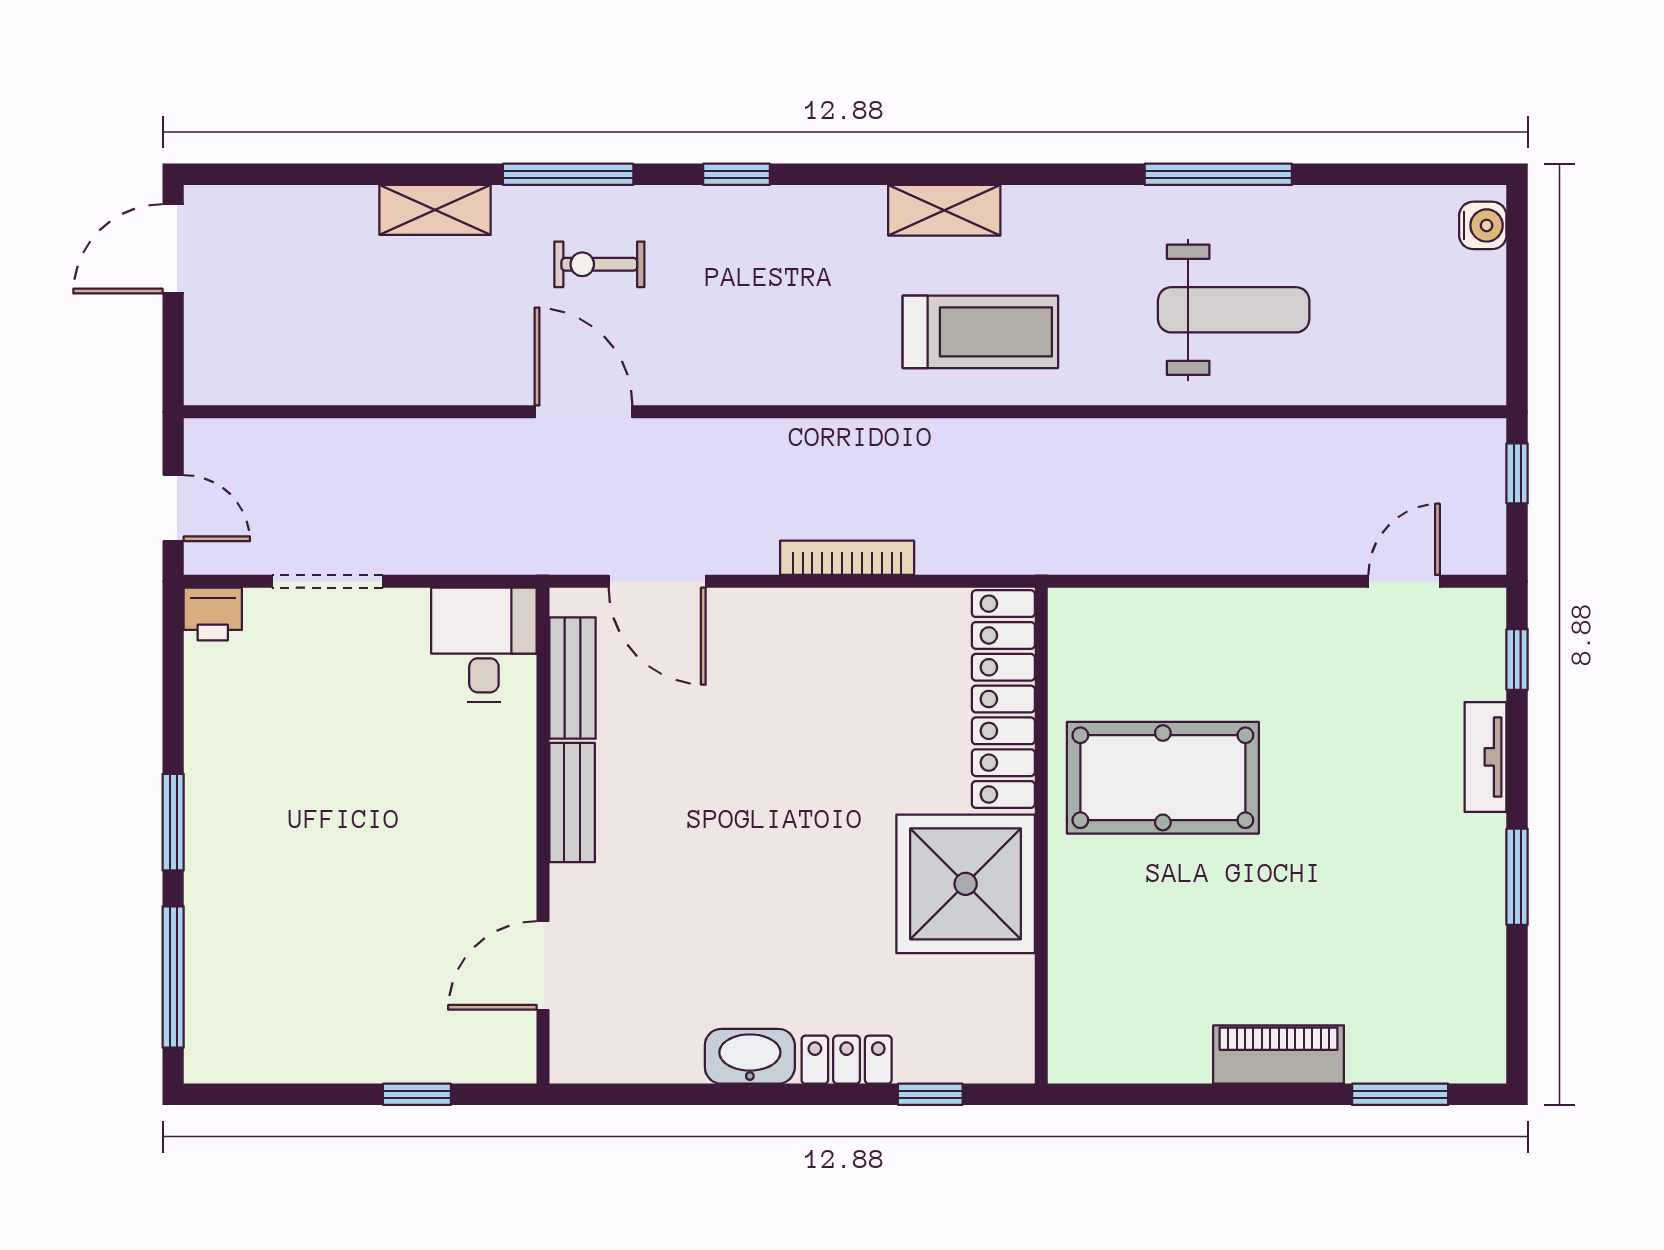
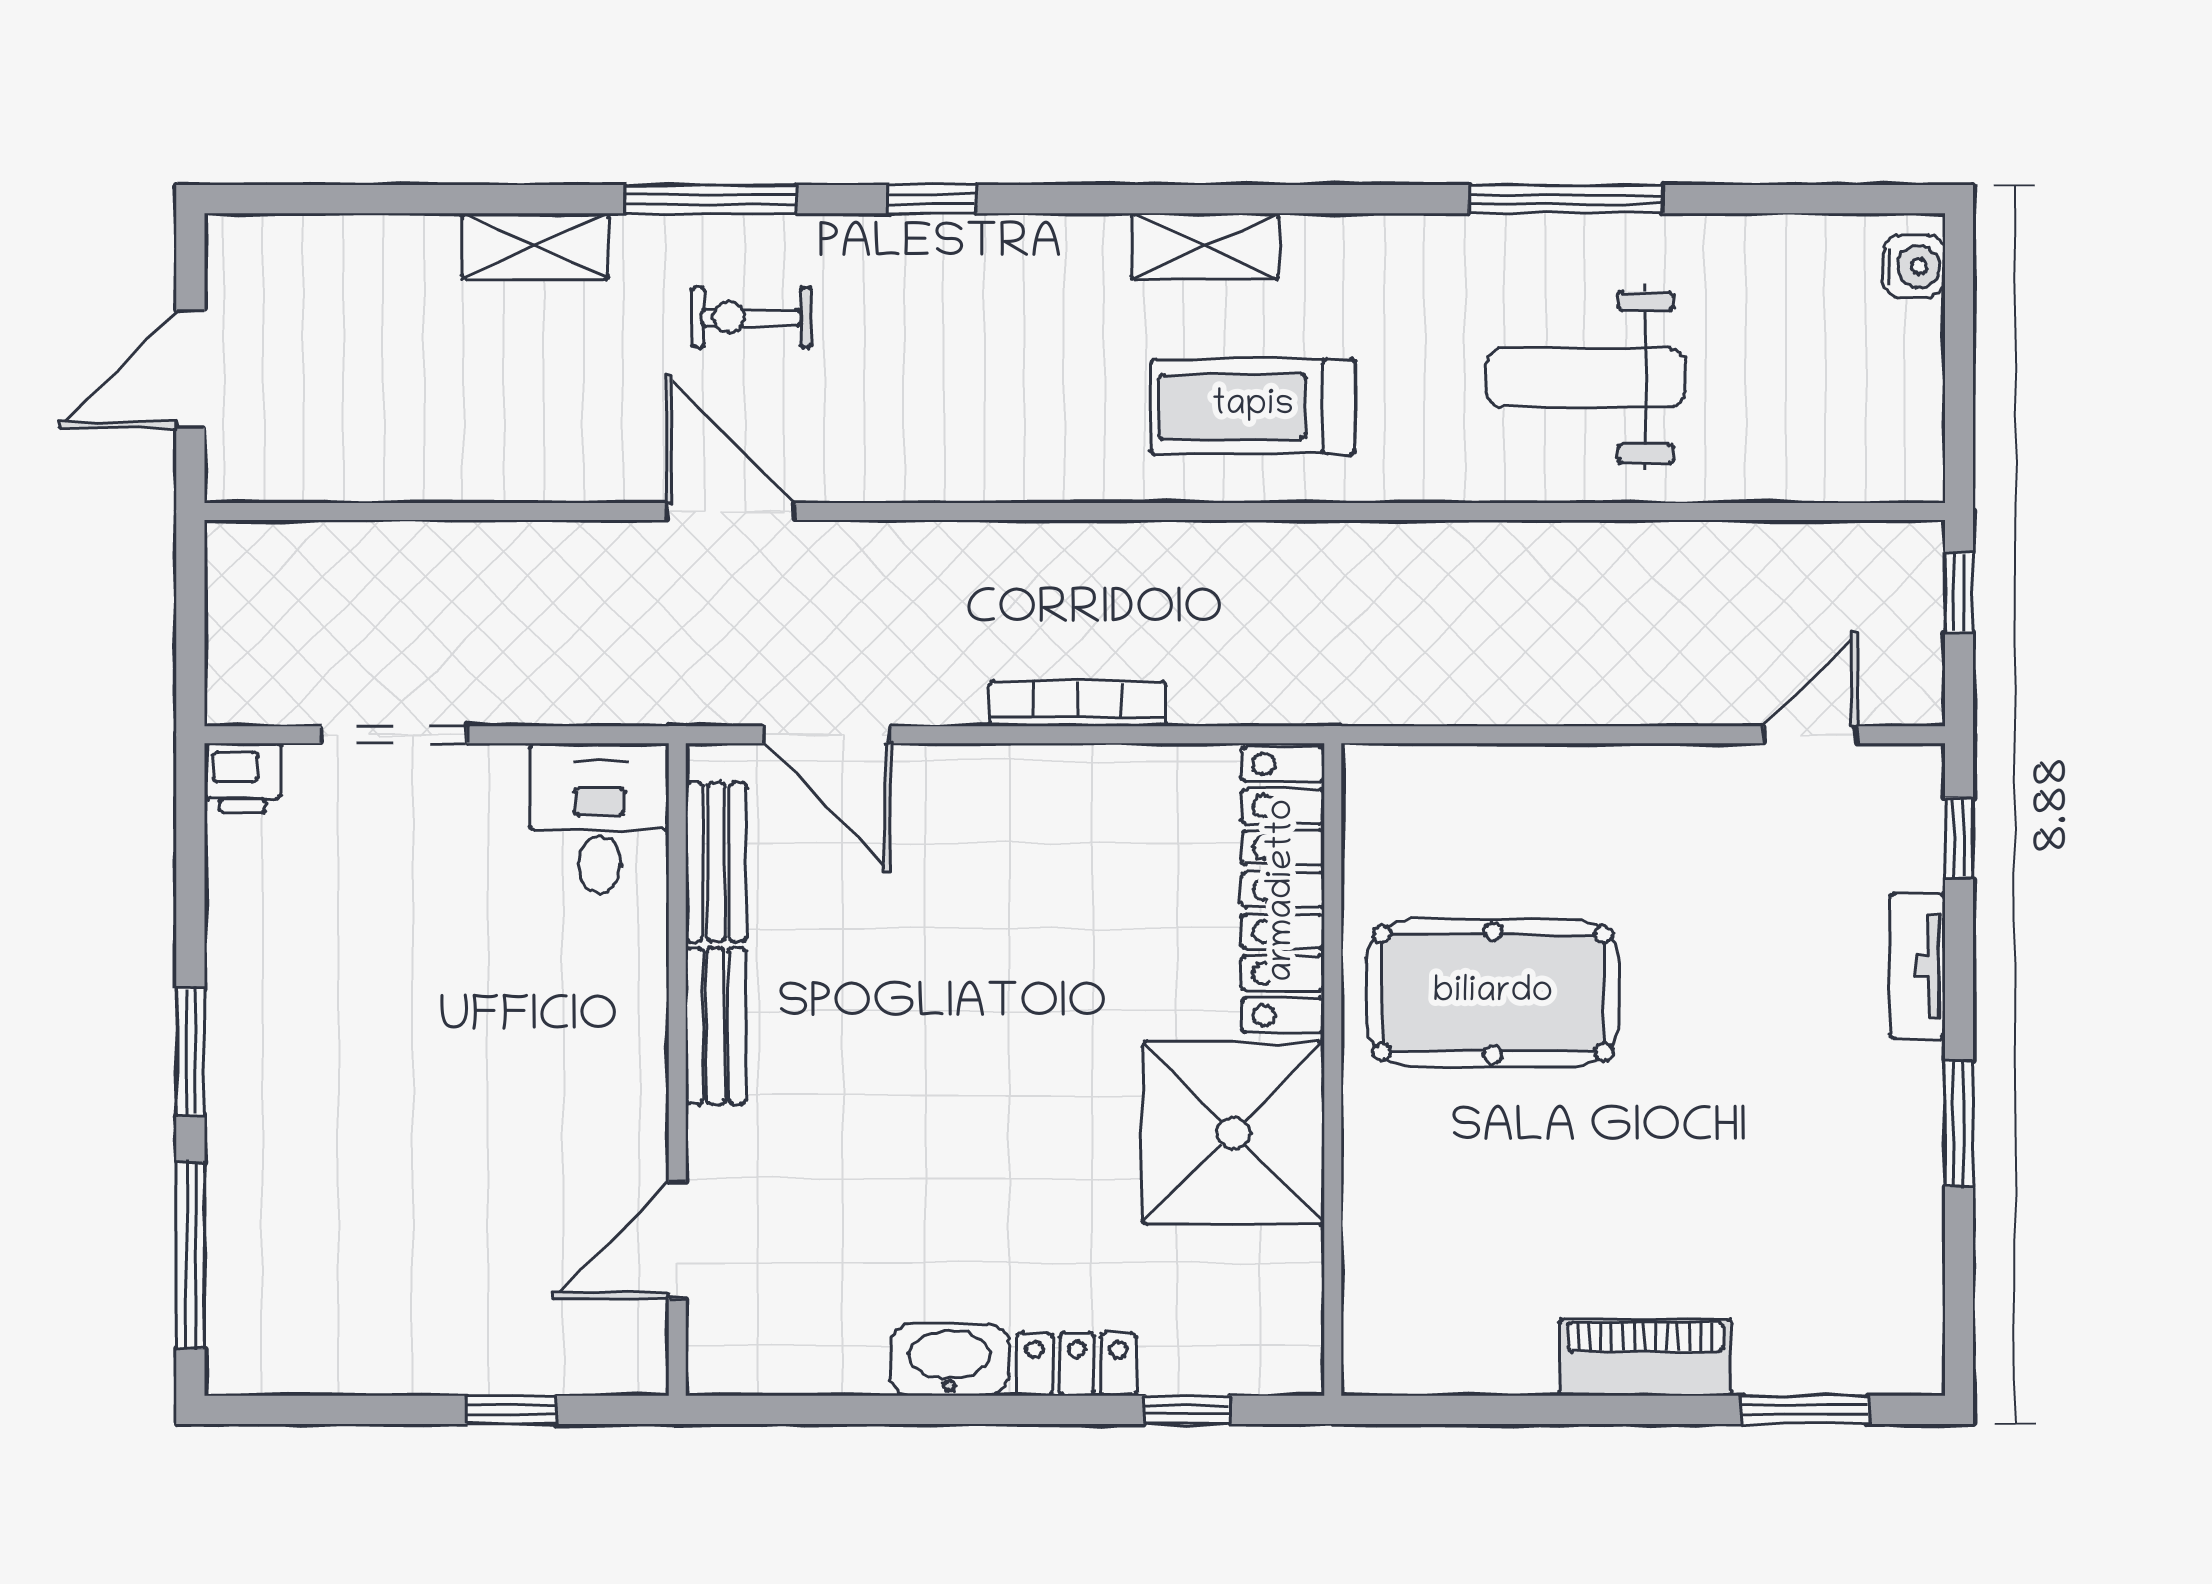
door: (173, 249) -> (190, 369), moved
weight bench: (1234, 310) -> (1586, 377), turned 180
treadmill: (980, 332) -> (1253, 406), turned 180
door: (173, 508) -> (190, 638), removed

